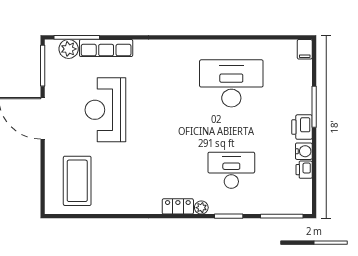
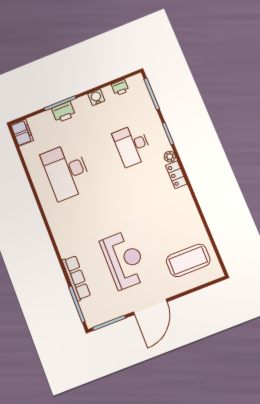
plant: (69, 49) -> (88, 307), removed
filing cabinet: (305, 49) -> (22, 133), width x2.00
reception desk: (105, 110) -> (124, 260), turned -90
printer: (302, 127) -> (64, 112), moved
printer: (304, 170) -> (120, 88), moved

